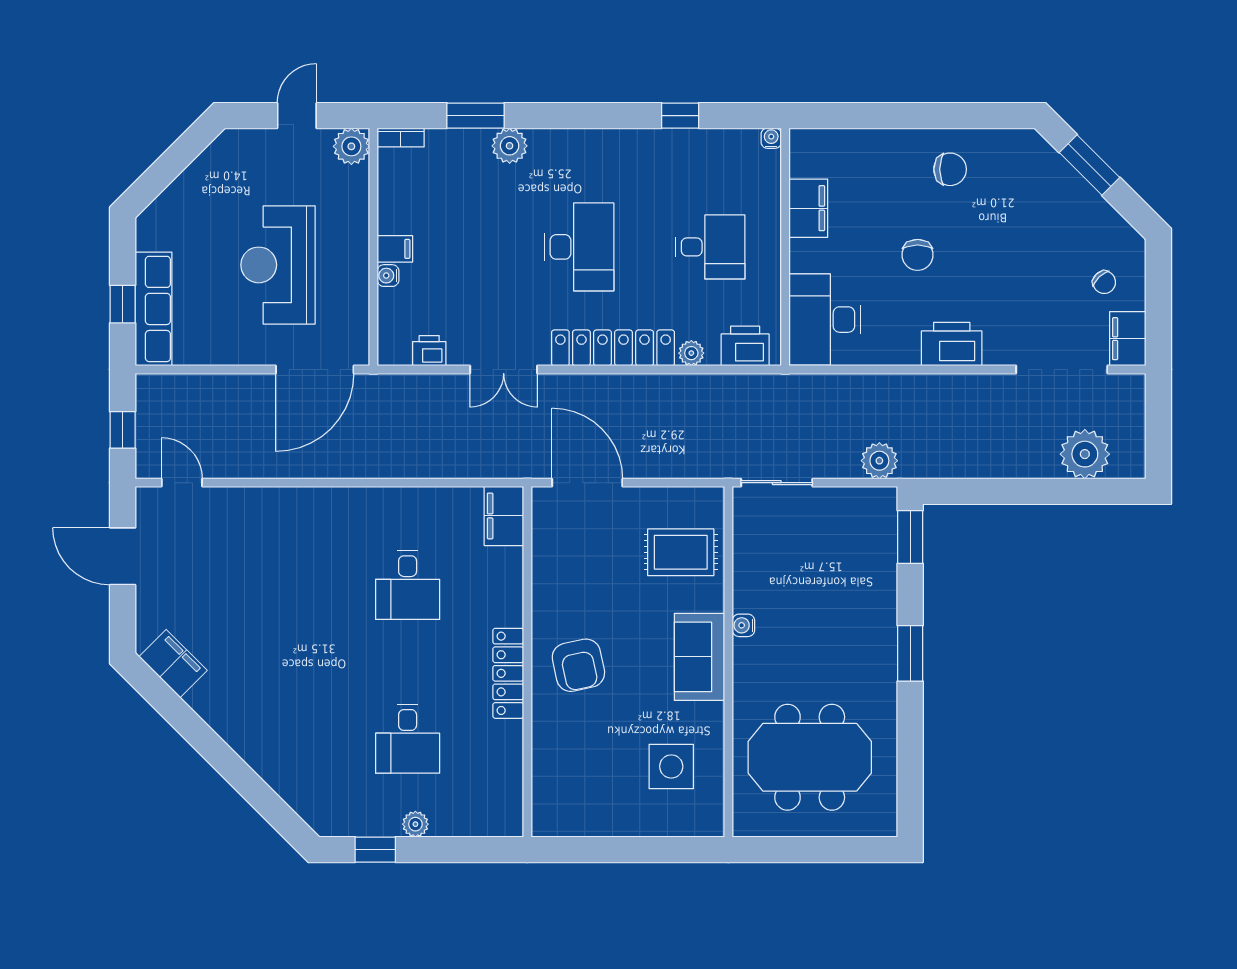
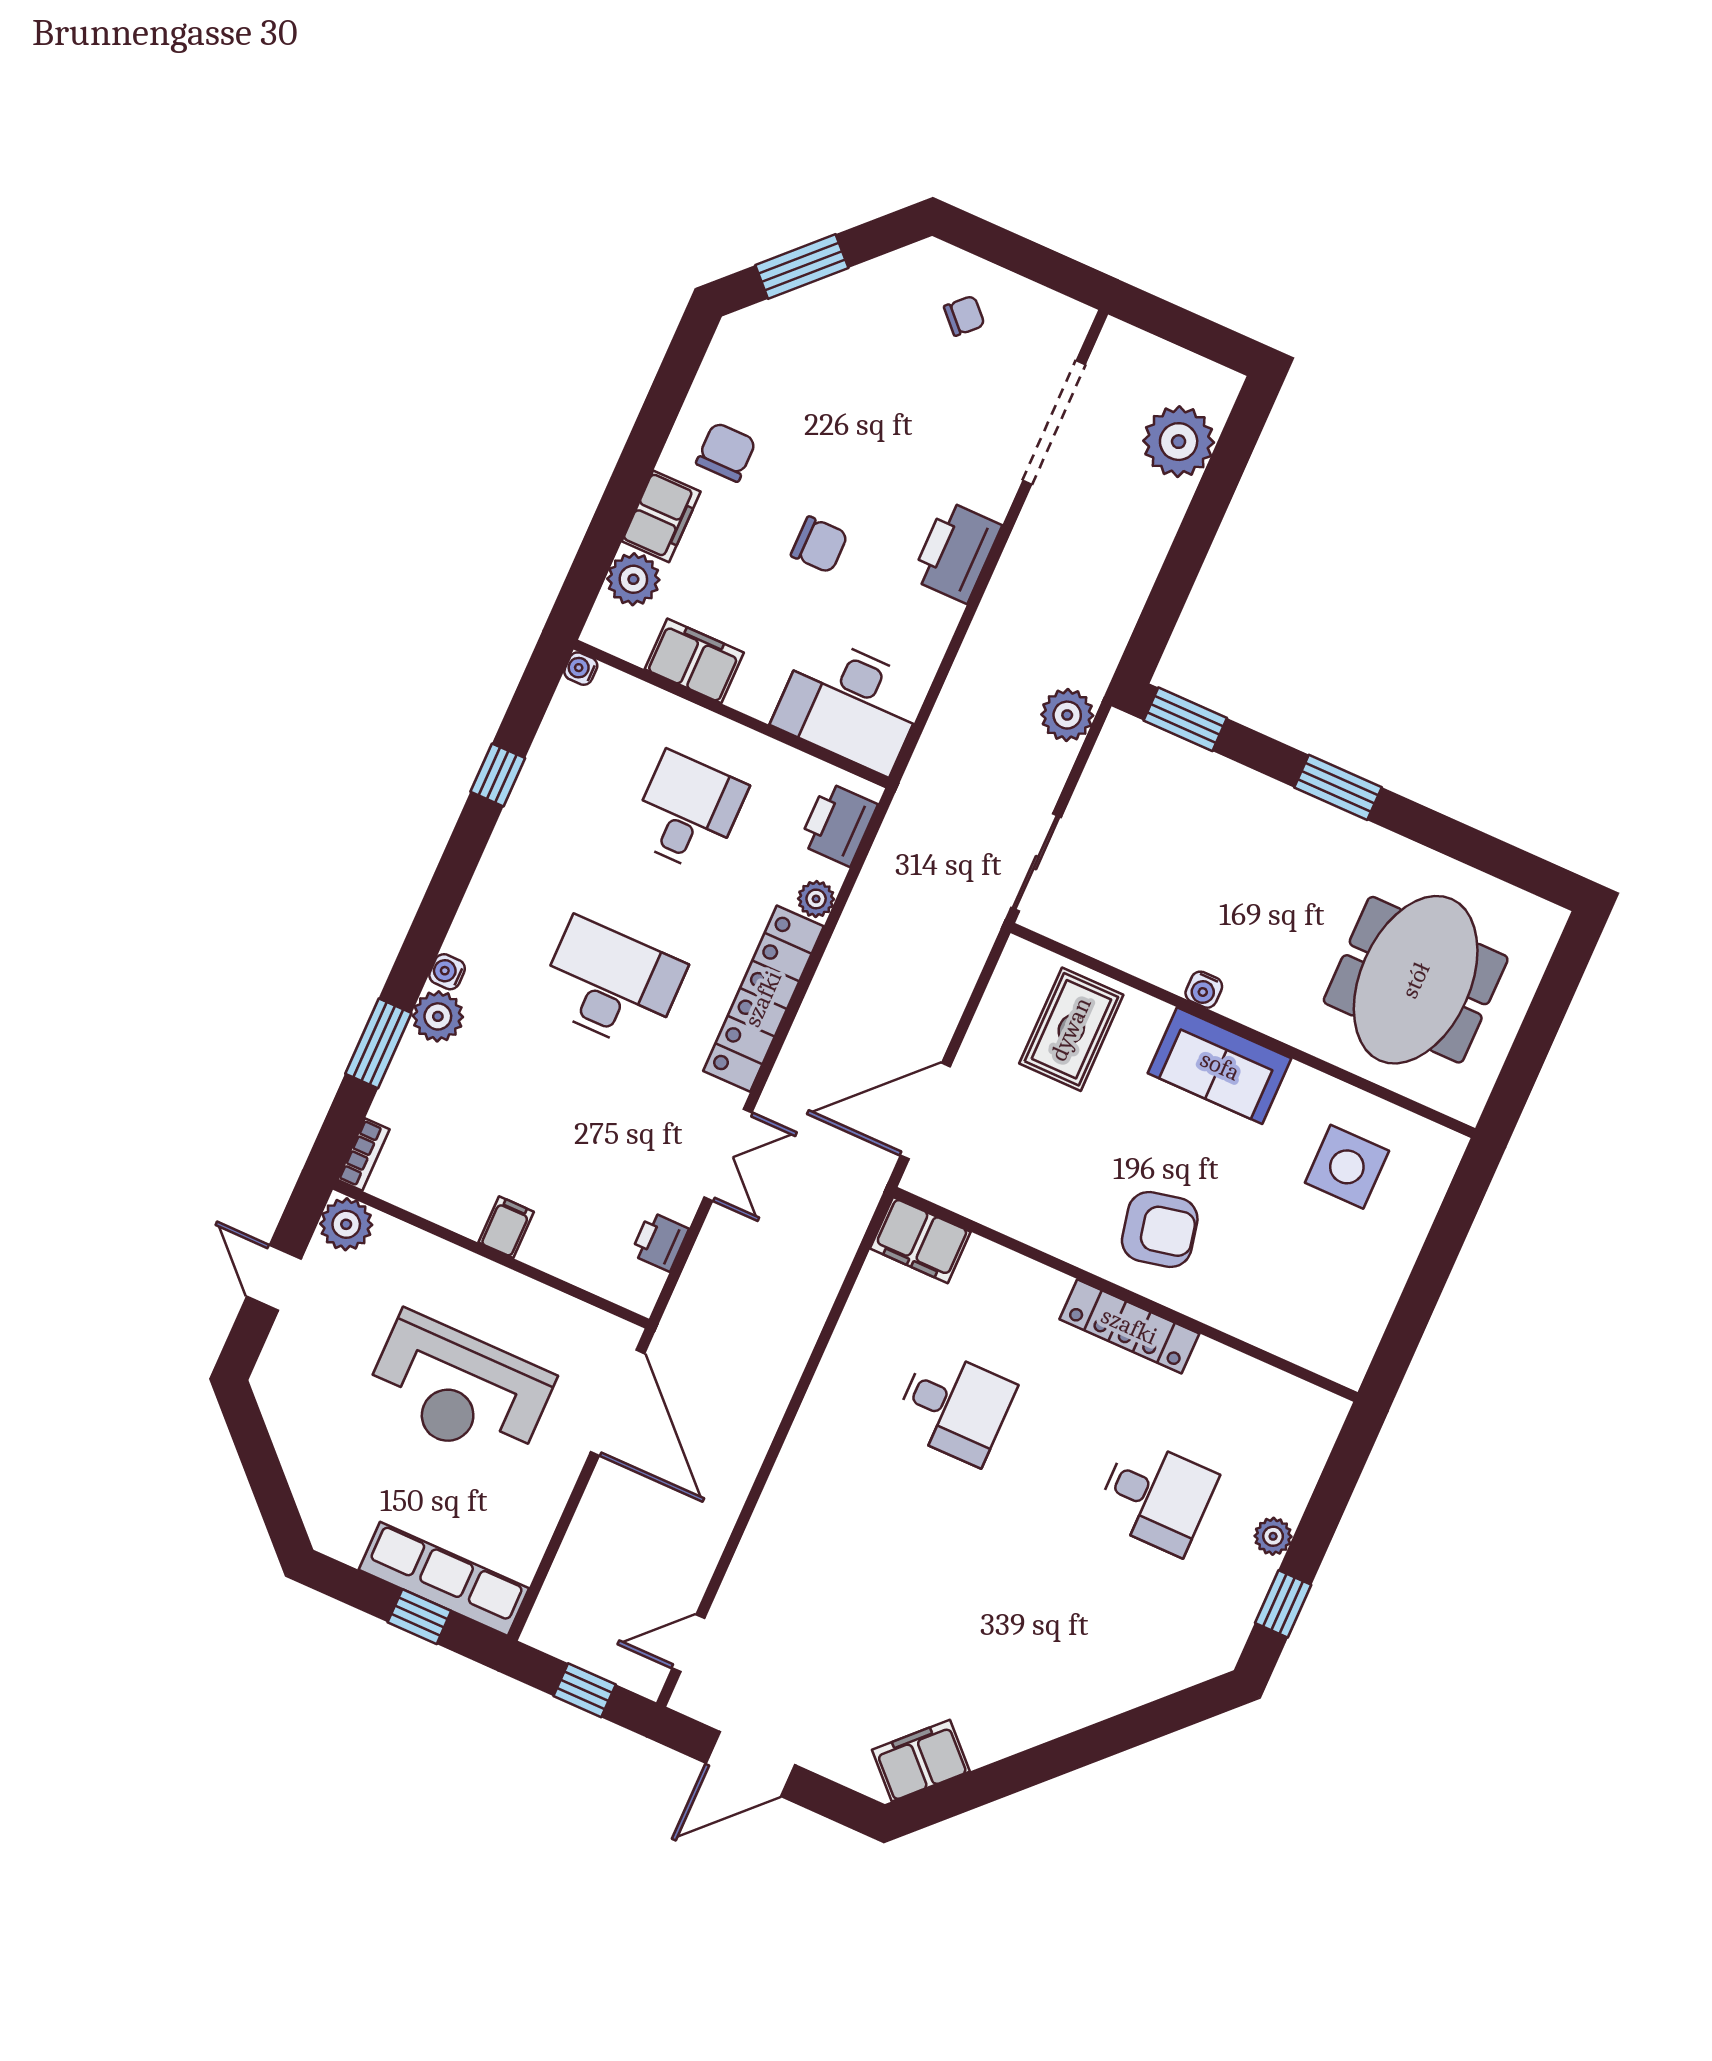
plant: (843, 146) -> (633, 579), added
water cooler: (388, 276) -> (447, 972), moved, turned 90
filing cabinet: (1128, 339) -> (661, 516), moved, turned -90

